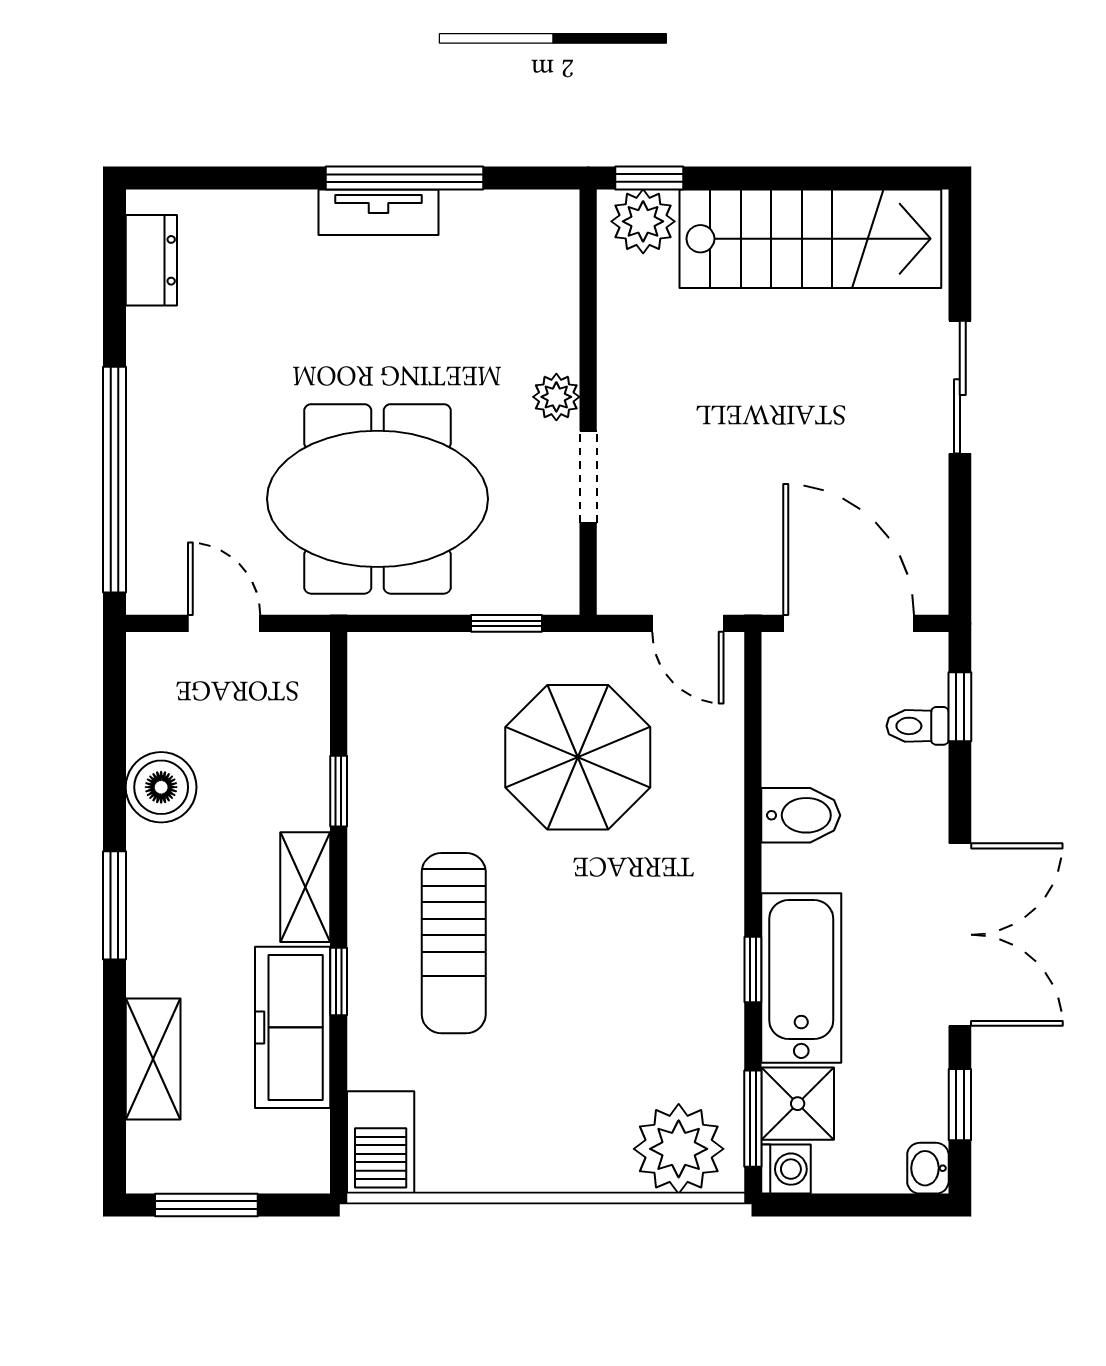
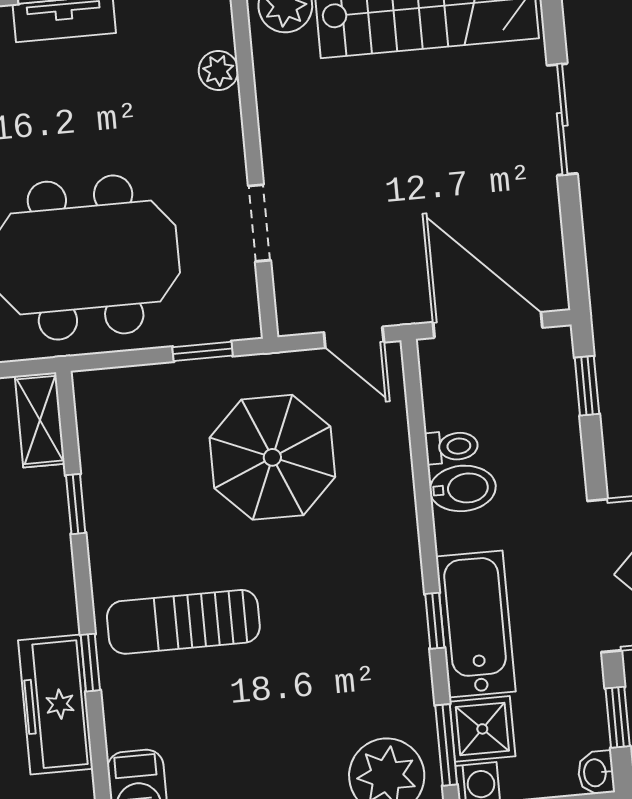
plant: (556, 397) -> (218, 70), moved
toilet: (918, 726) -> (452, 447), moved, turned 180
shelving: (305, 887) -> (40, 420), moved
sun lounger: (454, 943) -> (183, 622), turned 90

